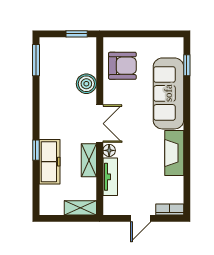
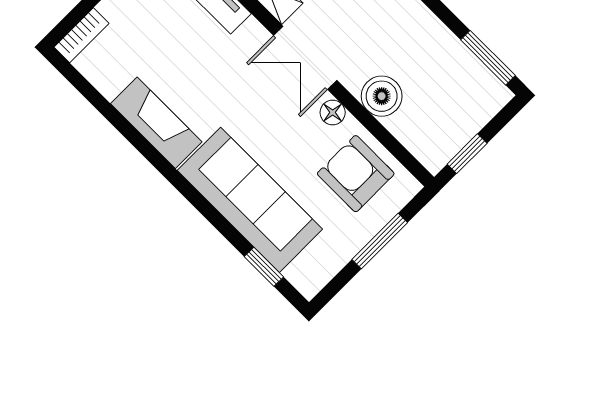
window: (138, 34) -> (380, 241), added
armchair: (122, 66) -> (356, 174), turned 90
floor lamp: (109, 150) -> (333, 112), moved

